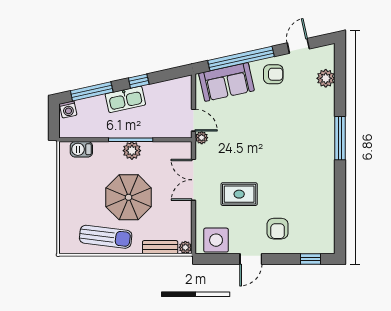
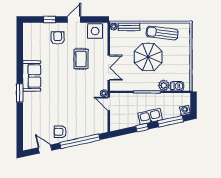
door: (298, 46) -> (45, 149), swing flipped
plant: (326, 78) -> (28, 129), removed
sofa: (227, 82) -> (32, 76), moved, turned 102
window: (340, 138) -> (20, 93), width x0.69
plant: (132, 151) -> (164, 85), moved
rug: (239, 194) -> (81, 59), turned 90
window: (311, 259) -> (50, 20), moved

